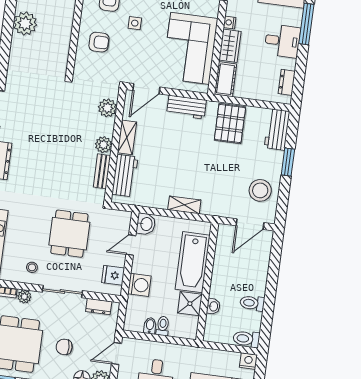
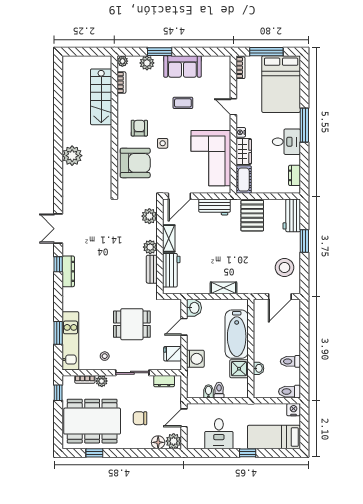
armchair: (99, 42) -> (135, 163), width x1.88, depth x1.88
dining table: (69, 234) -> (132, 324), turned 90

